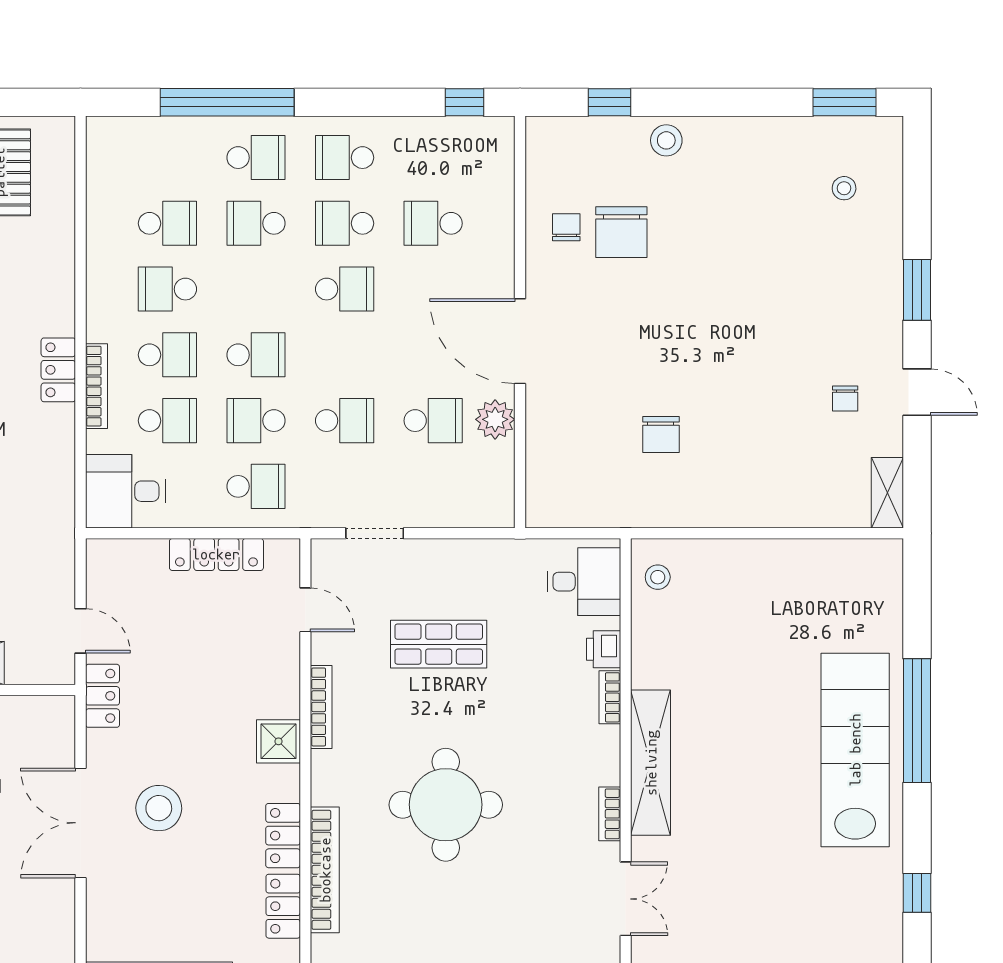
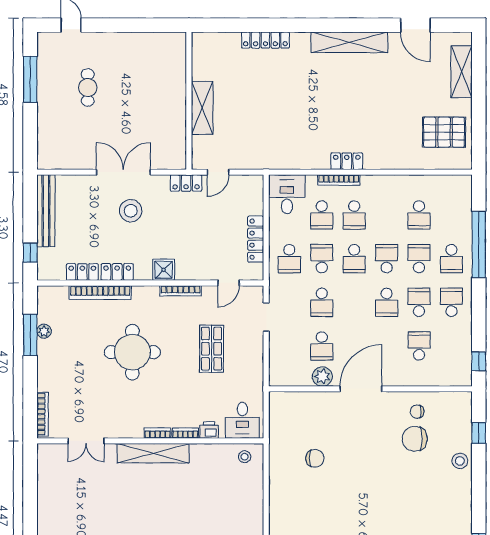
chair: (566, 227) -> (417, 412), turned 180
school desk: (167, 289) -> (387, 259), moved
chair: (661, 434) -> (315, 458), turned 180
bookcase: (610, 814) -> (158, 433), moved

